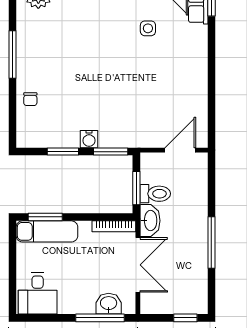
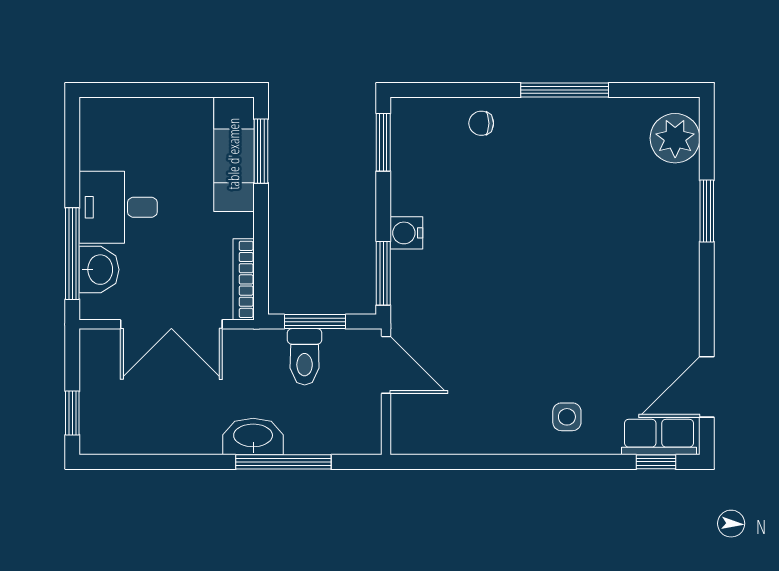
side table: (148, 28) -> (567, 417), moved
door: (180, 150) -> (386, 365), moved
window: (63, 152) -> (383, 142), moved
washbasin: (150, 221) -> (253, 436), moved, turned 180
window: (211, 243) -> (283, 462), moved
desk: (38, 293) -> (118, 207), moved

